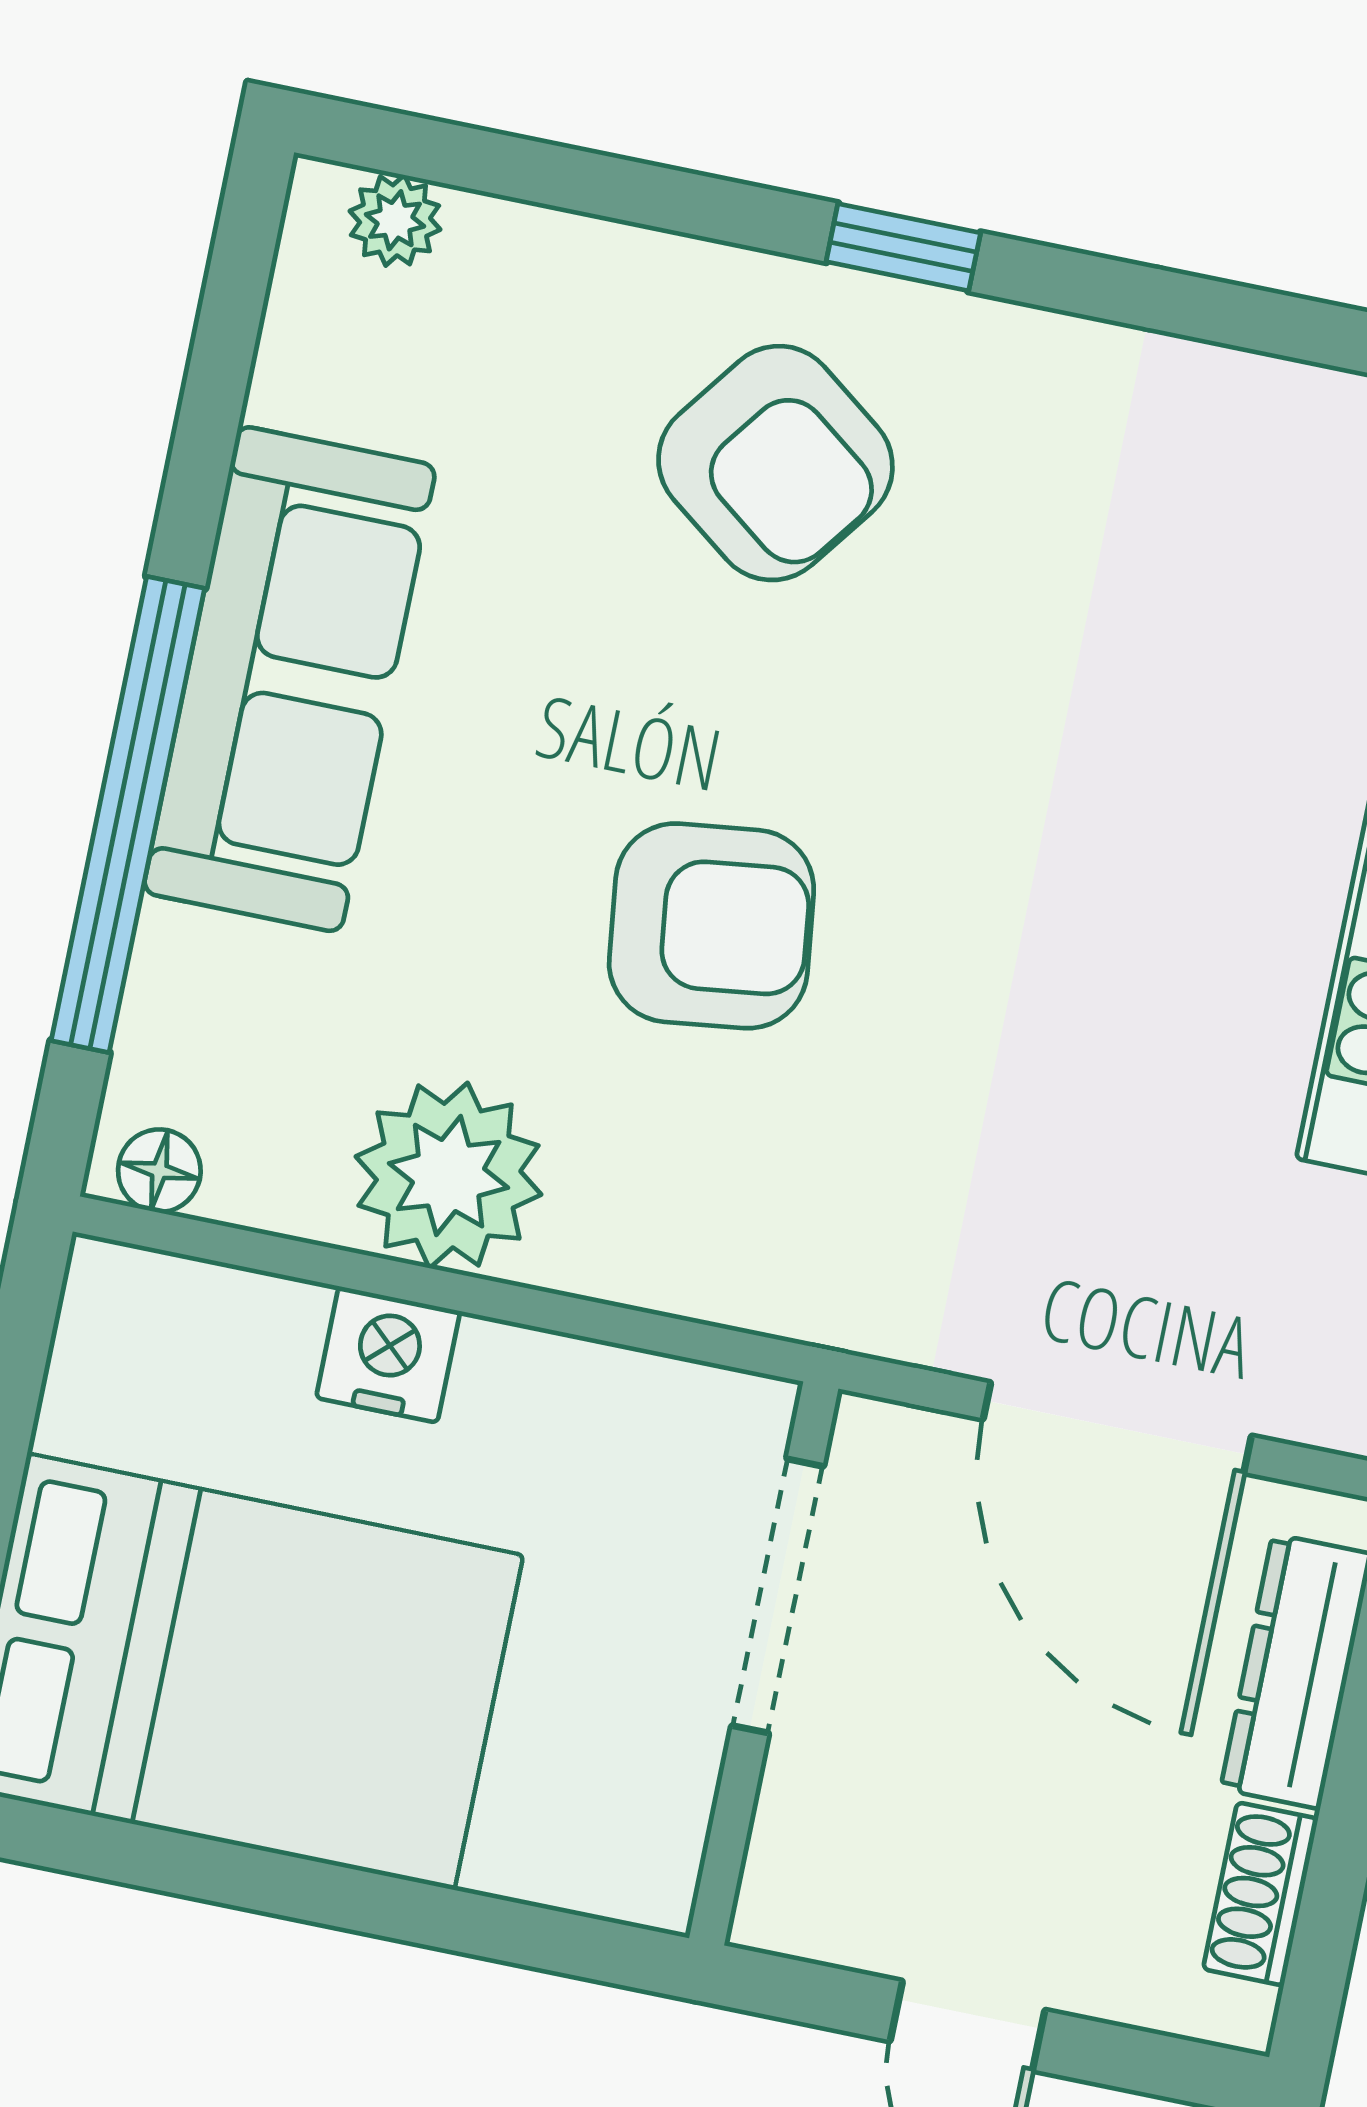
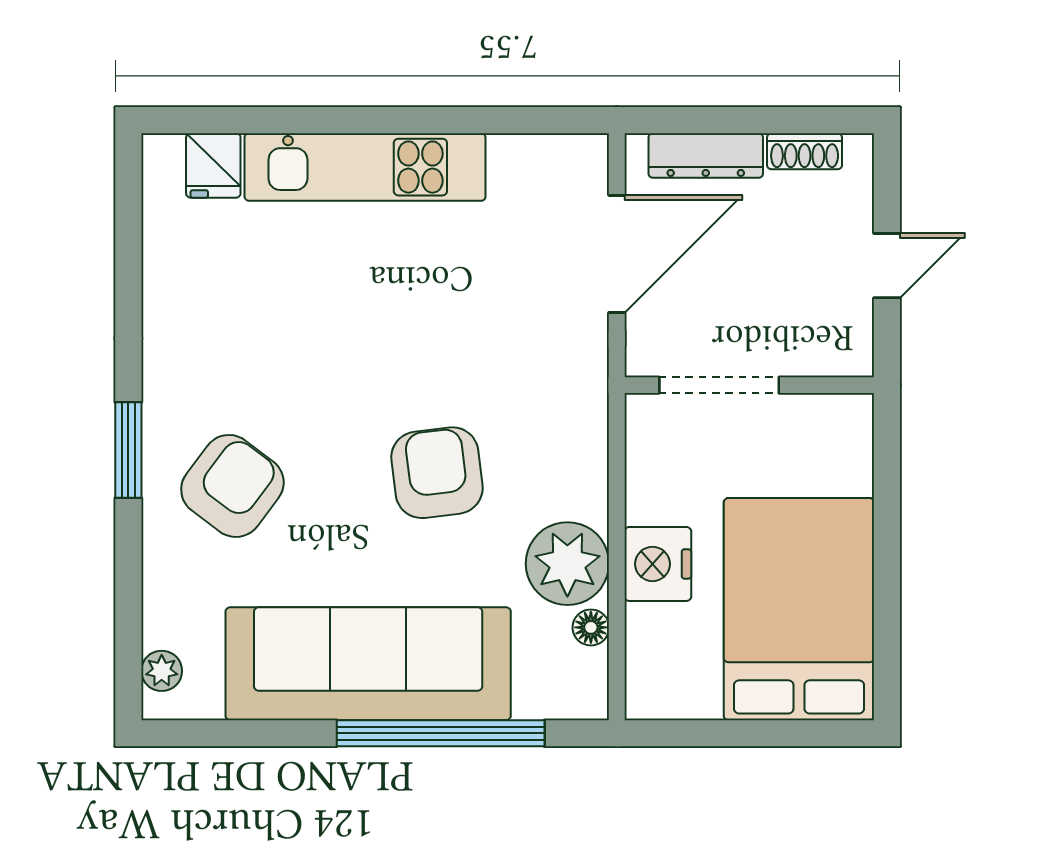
window: (903, 247) -> (128, 450), width x1.50
sofa: (289, 679) -> (368, 664), width x1.36, depth x1.27
floor lamp: (159, 1171) -> (591, 627), moved
nightstand: (388, 1354) -> (658, 564), width x1.36, depth x1.33

